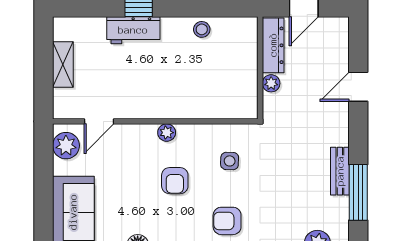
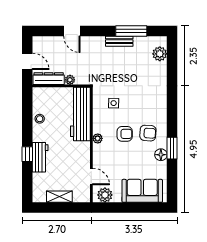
workbench: (210, 102) -> (80, 114), added
armchair: (227, 221) -> (148, 133), moved, turned -86

